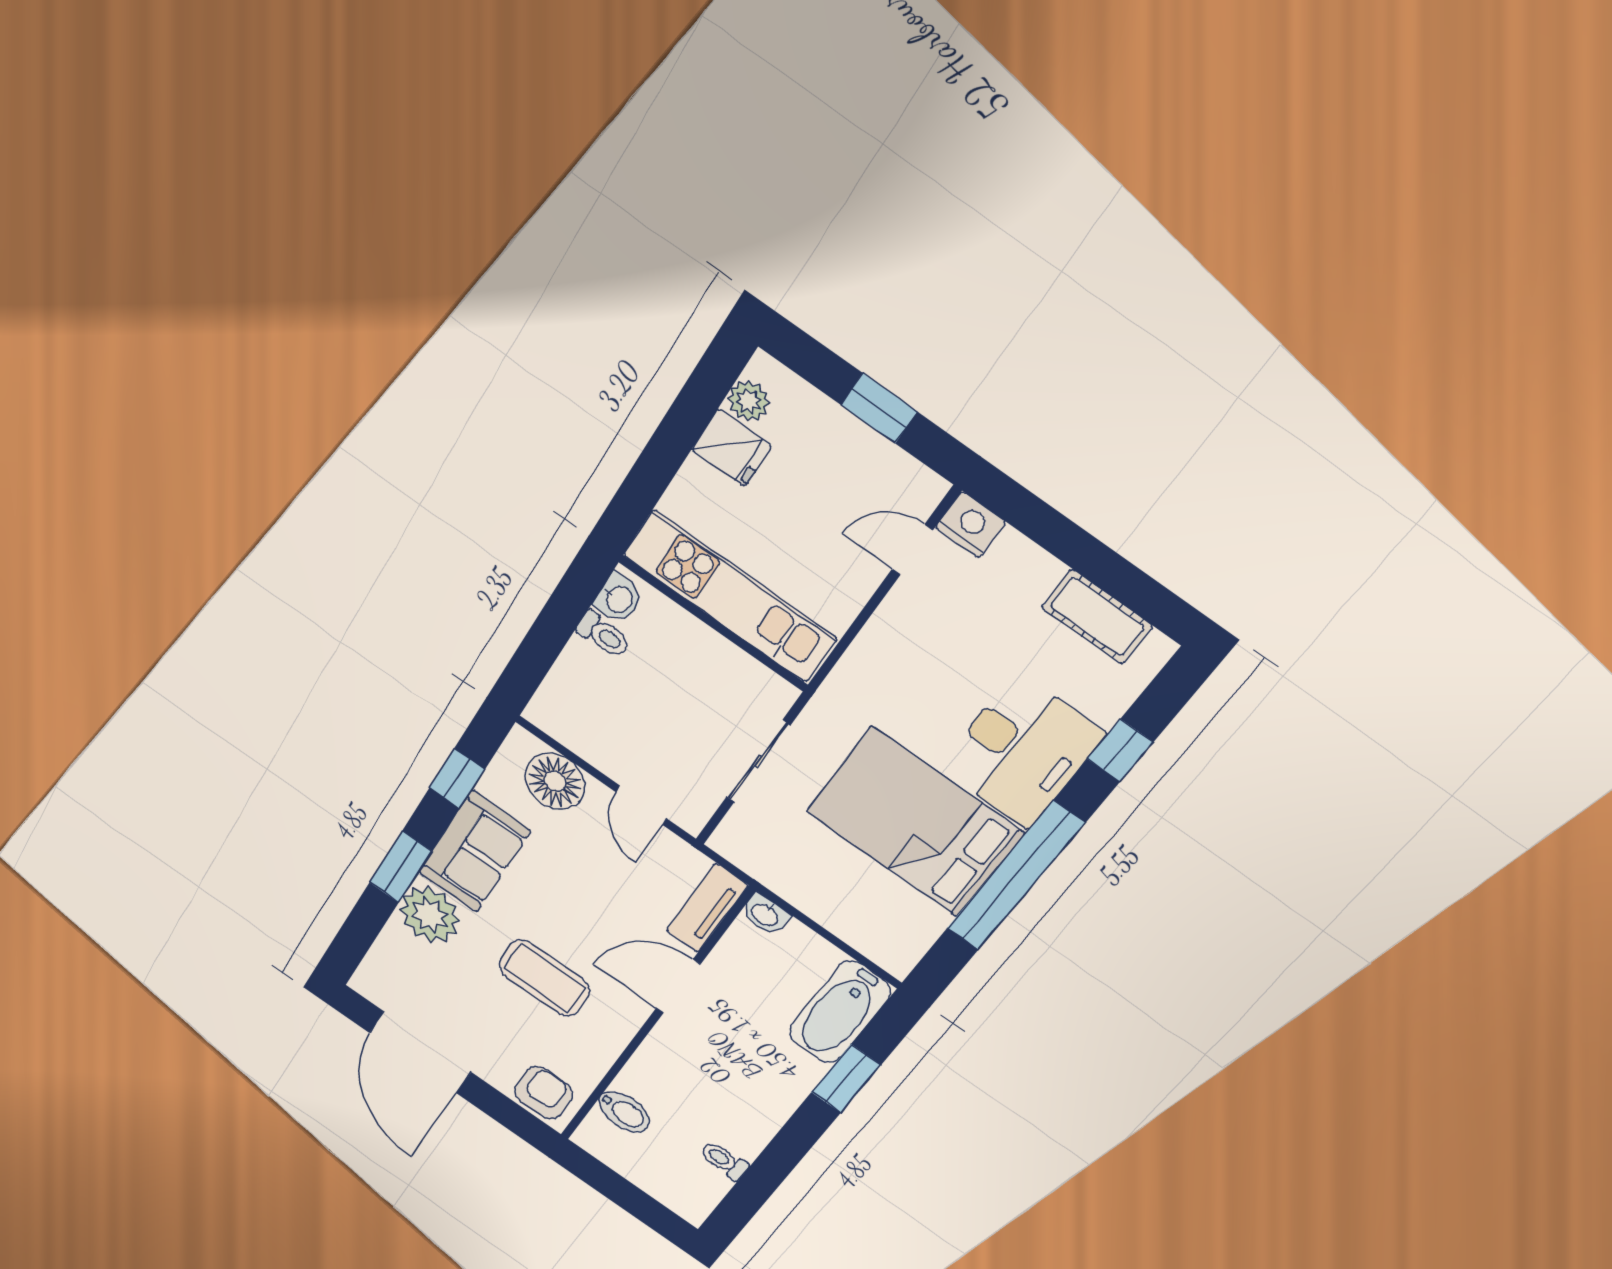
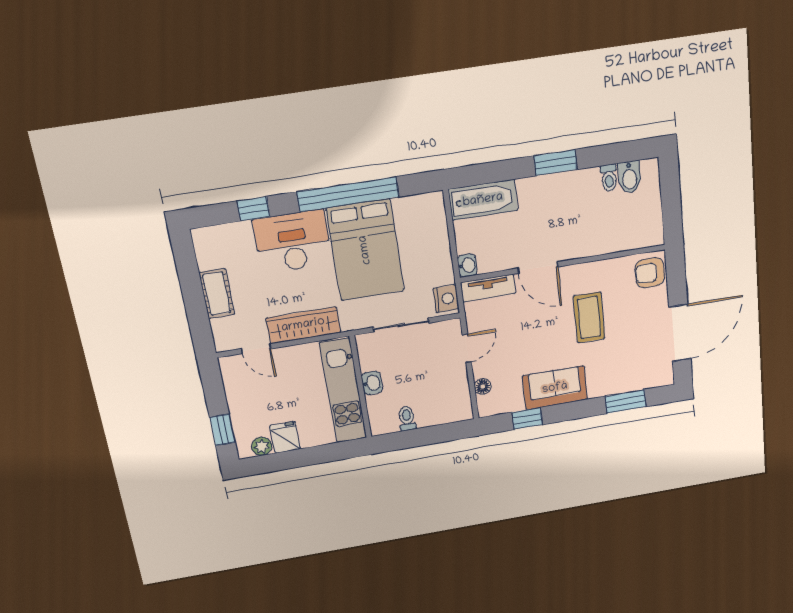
window: (879, 408) -> (222, 430), moved
nightstand: (971, 525) -> (446, 299), moved, turned 180
washbasin: (619, 599) -> (372, 383), moved, turned 90
cot: (1097, 617) -> (217, 294), moved
wardrobe: (884, 644) -> (303, 325), added
floor lamp: (555, 781) -> (483, 386), width x0.53, depth x0.53
window: (400, 867) -> (626, 401), moved
plant: (430, 915) -> (604, 381), removed
window: (846, 1079) -> (555, 163), moved
bidet: (624, 1112) -> (630, 177), moved, turned 180

